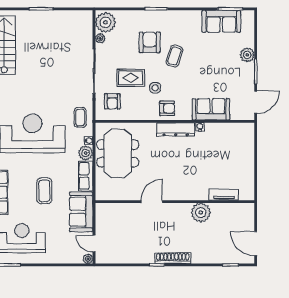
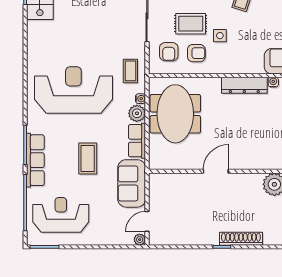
armchair: (167, 108) -> (196, 53), moved
door: (94, 244) -> (147, 221), hinge flipped

